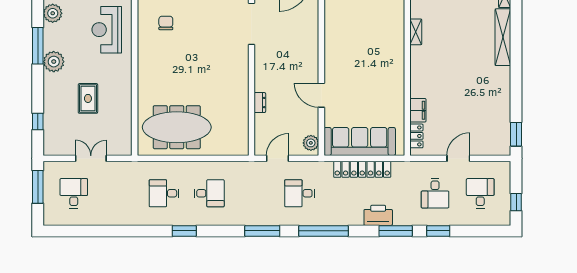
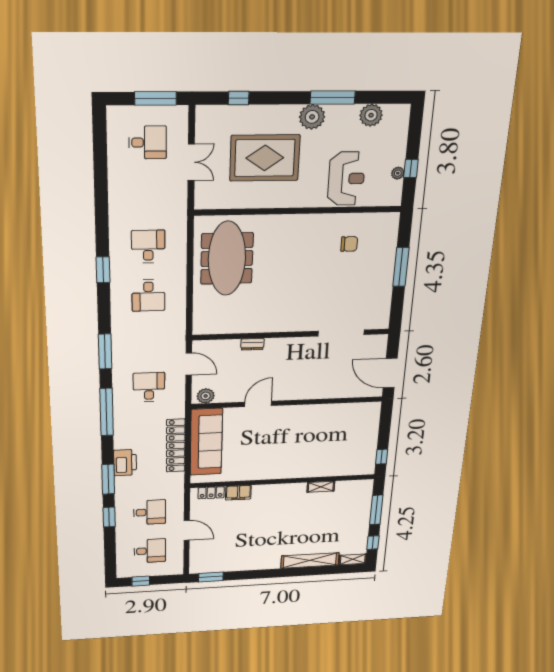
reception desk: (107, 30) -> (346, 179), turned 90
rug: (88, 98) -> (265, 158), width x1.86, depth x2.06
desk: (435, 193) -> (150, 512), turned 180

